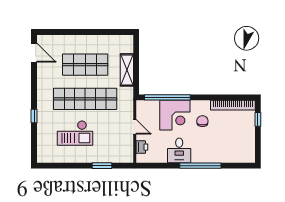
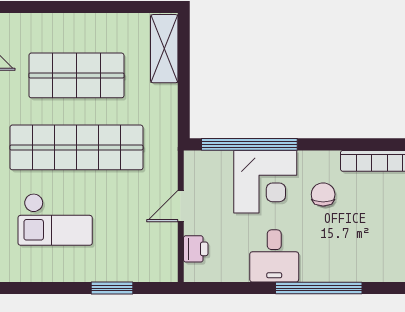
shelving: (127, 70) -> (164, 49), moved
door: (135, 127) -> (181, 206), swing flipped

